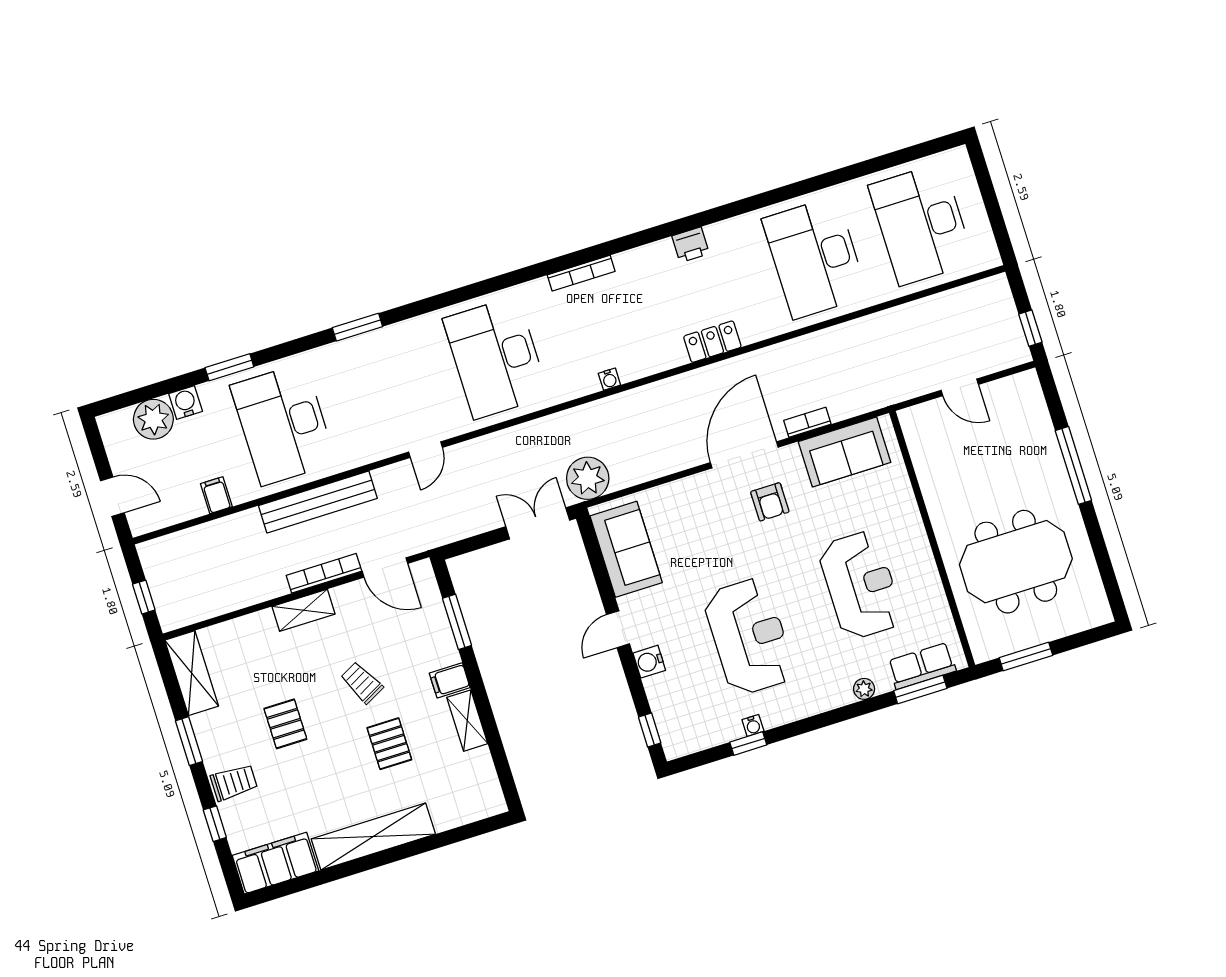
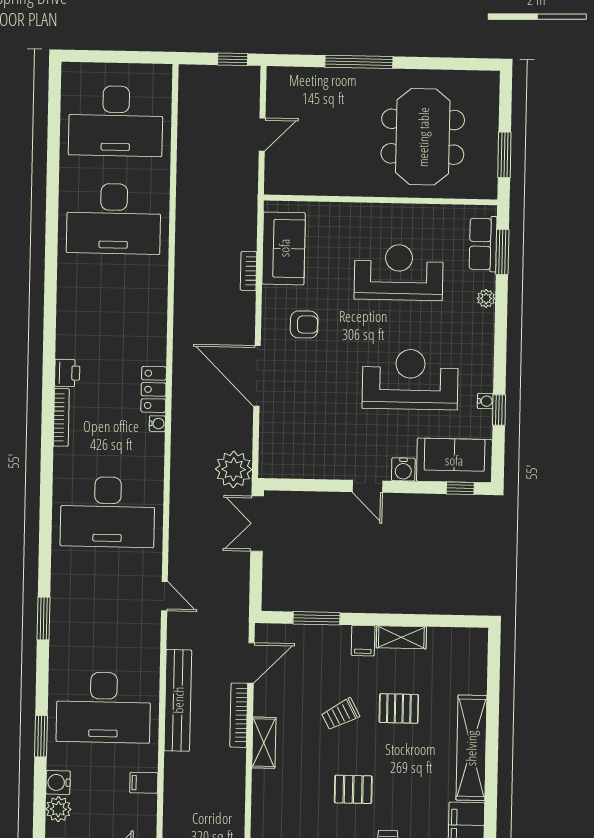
printer: (691, 245) -> (67, 373), moved
locker: (712, 342) -> (154, 389), moved
plant: (153, 419) -> (58, 809), width x0.73, depth x0.73
door: (744, 455) -> (257, 376), moved
sofa: (626, 549) -> (454, 460), moved

